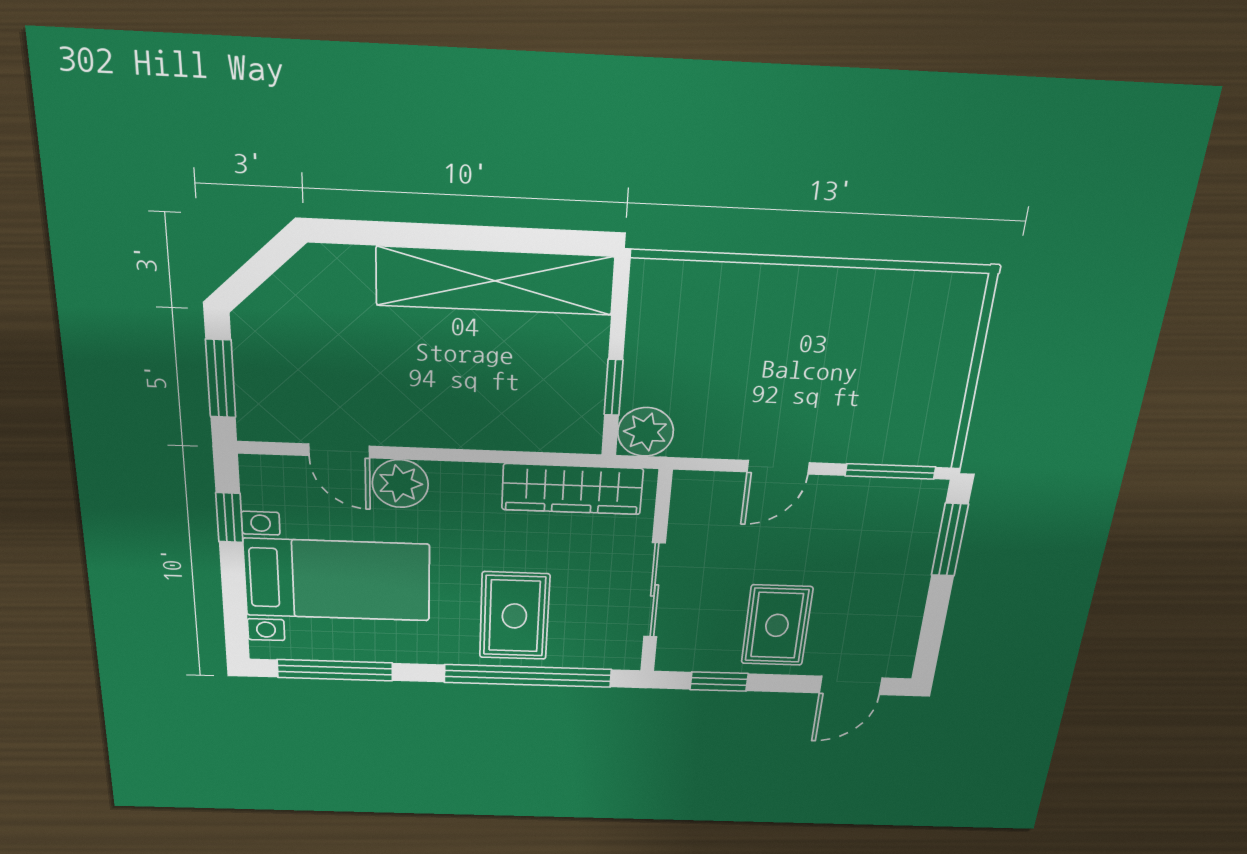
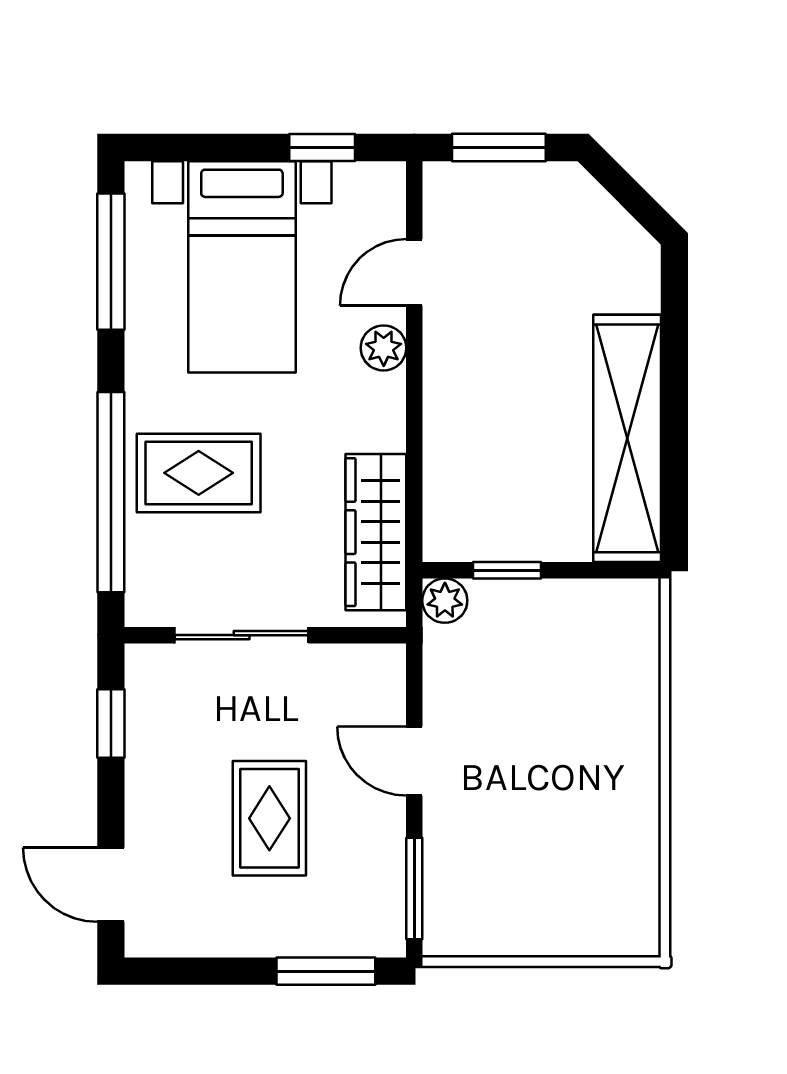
plant: (646, 432) -> (445, 601), width x0.73, depth x0.73
plant: (400, 484) -> (384, 348), width x0.73, depth x0.73
rug: (777, 625) -> (269, 818), moved, turned 90

